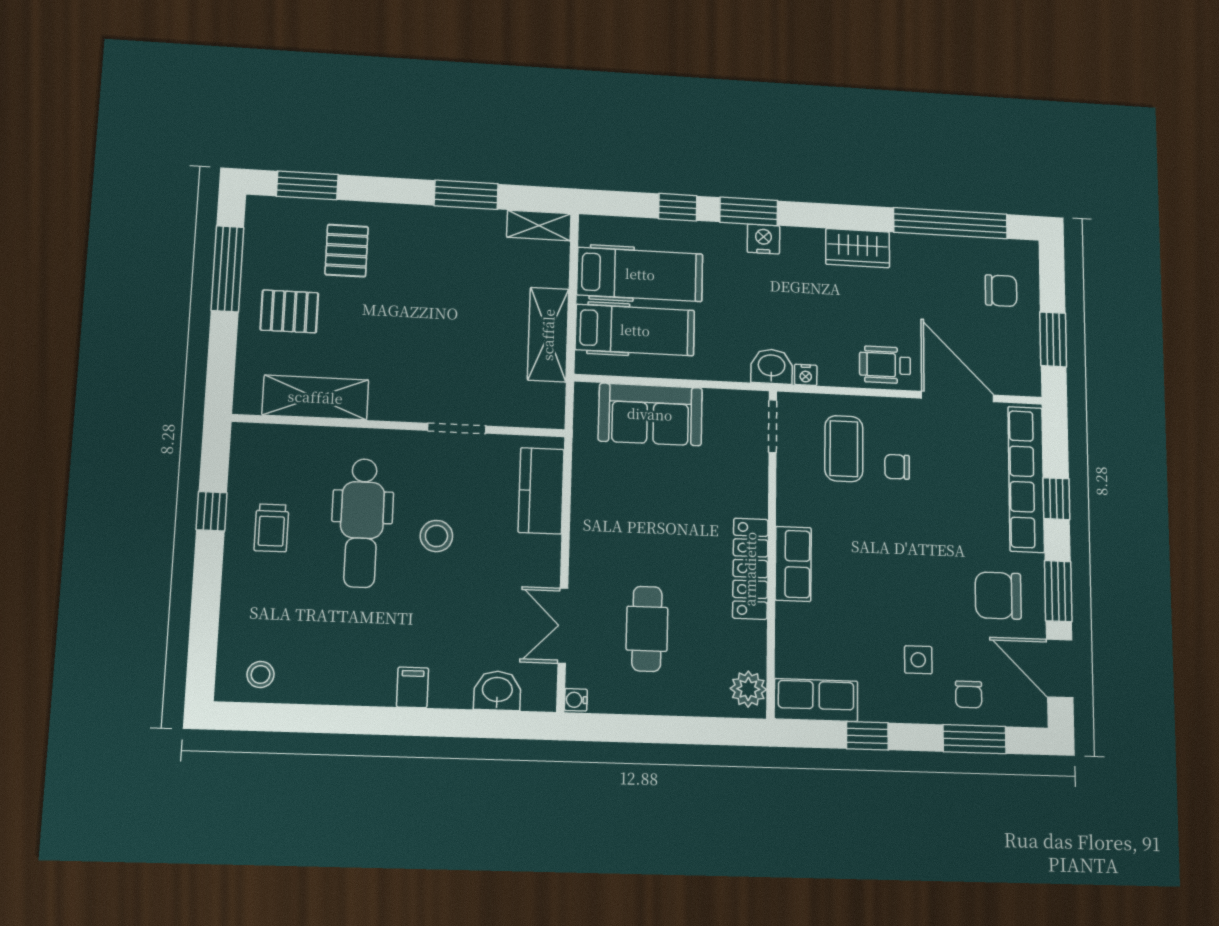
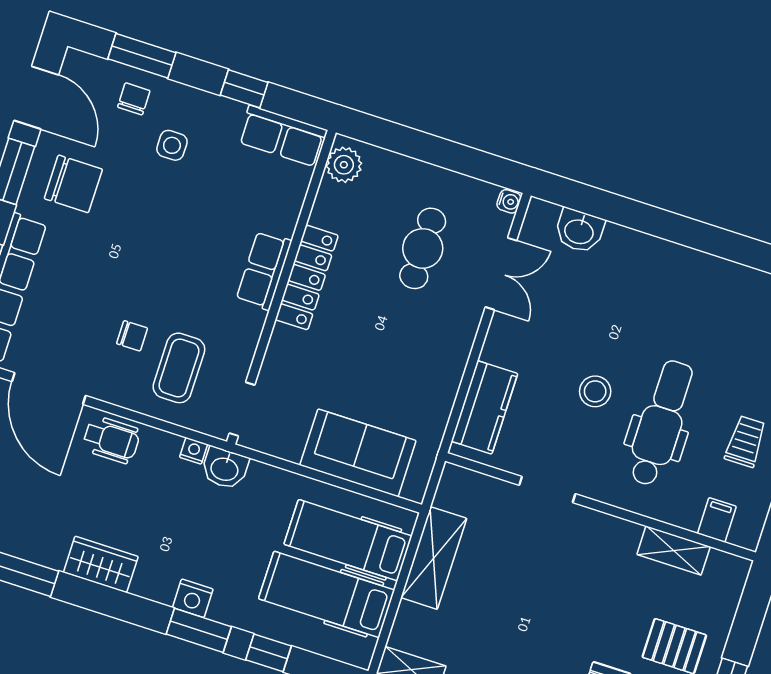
shelving: (315, 397) -> (674, 550), width x0.67, depth x0.75
filing cabinet: (412, 687) -> (717, 520), moved, turned 180

